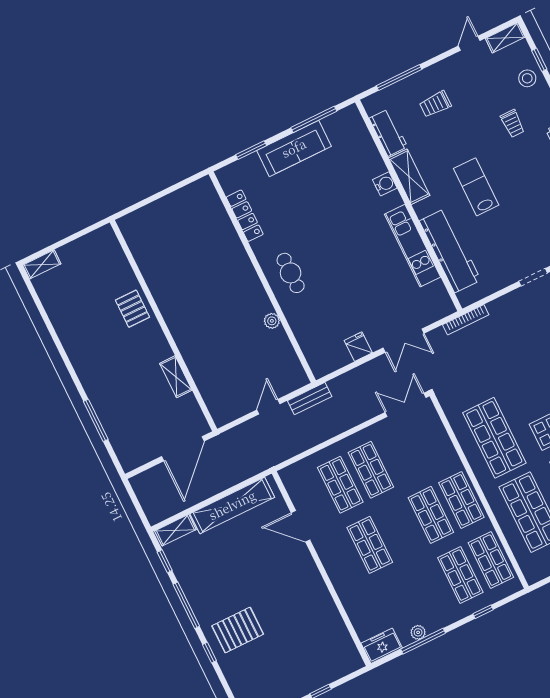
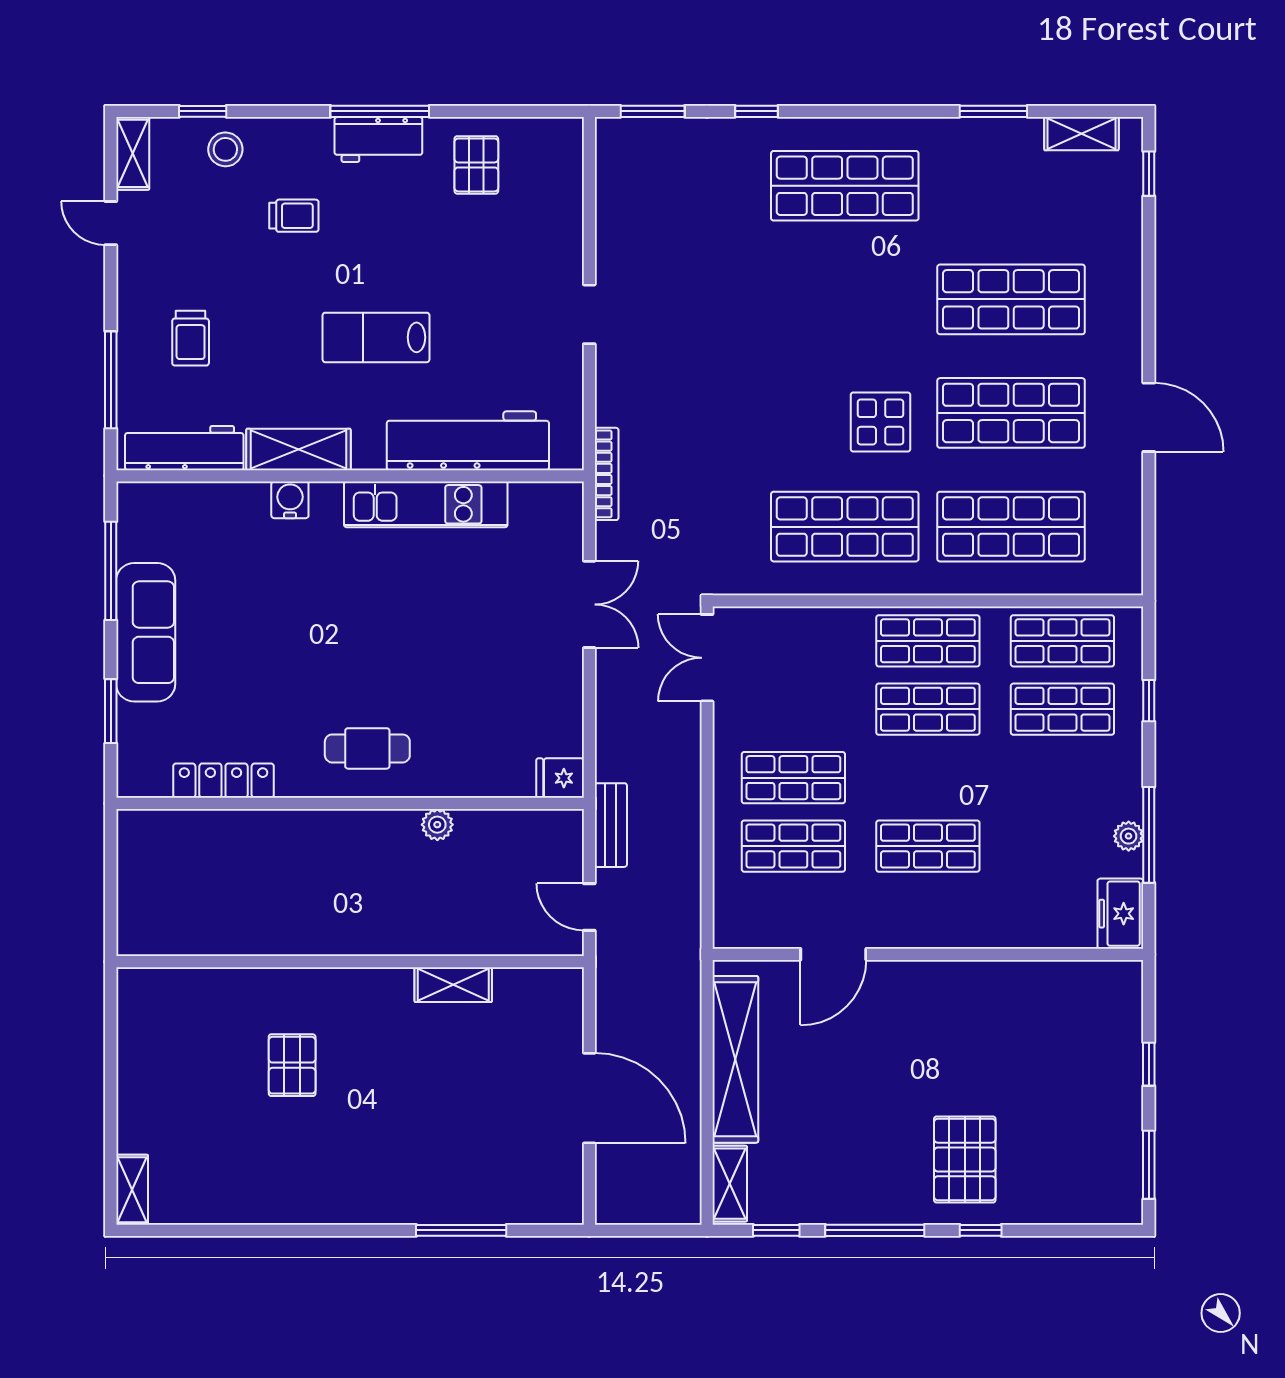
workbench: (388, 133) -> (184, 448), width x1.38
pallet: (133, 309) -> (292, 1065), turned 90
wall: (164, 326) -> (350, 962), moved
fridge: (358, 347) -> (560, 778), moved
shelving: (176, 377) -> (453, 985), moved

